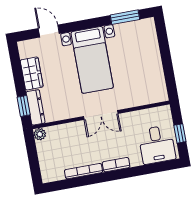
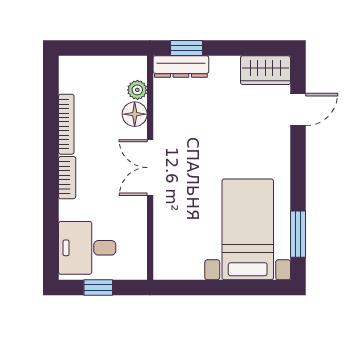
bed with nightstands: (92, 60) -> (248, 229), moved, turned 90
wardrobe: (32, 74) -> (265, 70), moved
floor lamp: (70, 130) -> (135, 114), added
plant: (40, 134) -> (137, 90), moved

